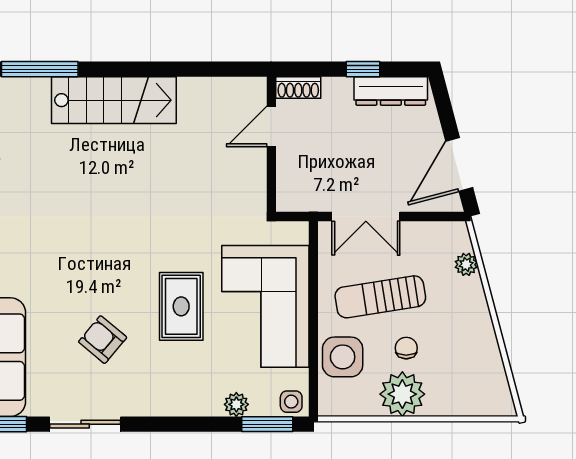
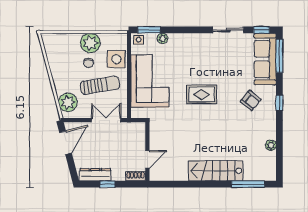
plant: (466, 264) -> (68, 102), width x1.87, depth x1.87
rug: (181, 306) -> (202, 94), moved, turned 90
armchair: (103, 340) -> (251, 100), moved

